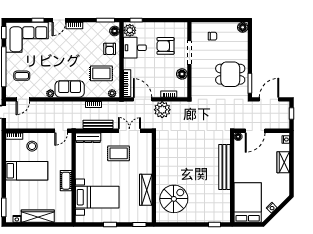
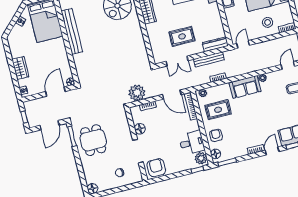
armchair: (166, 46) -> (156, 168), moved, turned -90
dining table: (230, 74) -> (93, 140), turned 90
plant: (162, 110) -> (137, 93), moved
bench: (224, 167) -> (72, 31), moved

